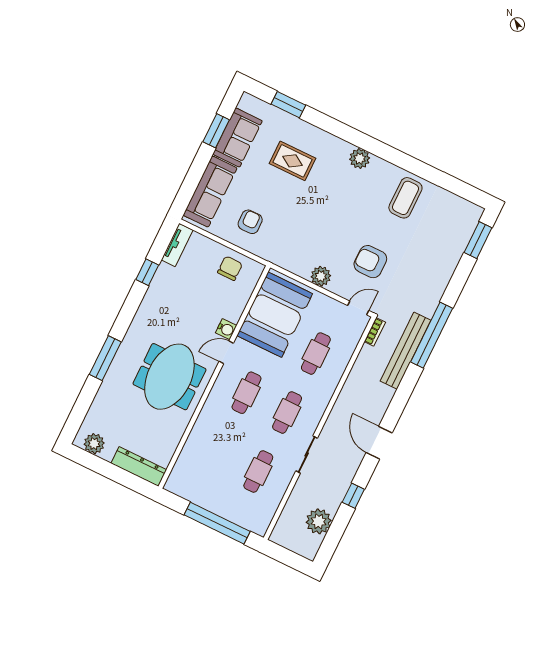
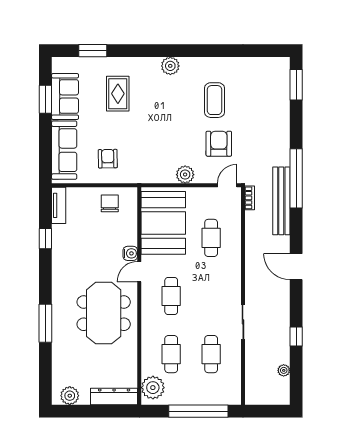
rug: (293, 161) -> (118, 94), turned 90
coffee table: (405, 198) -> (214, 100), moved
armchair: (370, 262) -> (219, 144), turned 90
cafe table: (287, 413) -> (171, 354), moved
door: (379, 443) -> (296, 267), moved
plant: (182, 477) -> (153, 388), added
plant: (319, 521) -> (284, 370), width x0.53, depth x0.53

